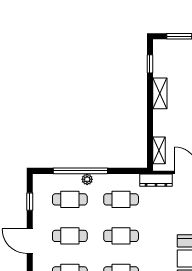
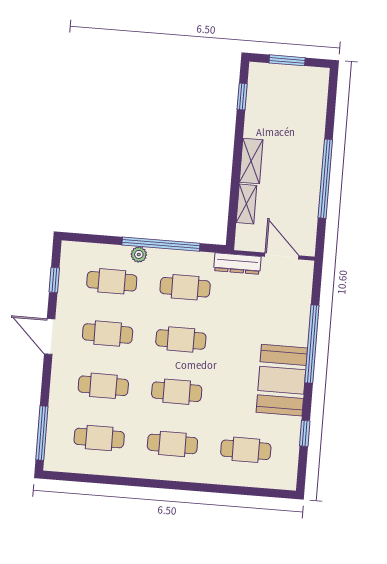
shelving: (160, 93) -> (251, 161), moved
shelving: (159, 150) -> (246, 204), moved
window: (80, 171) -> (161, 244), moved

